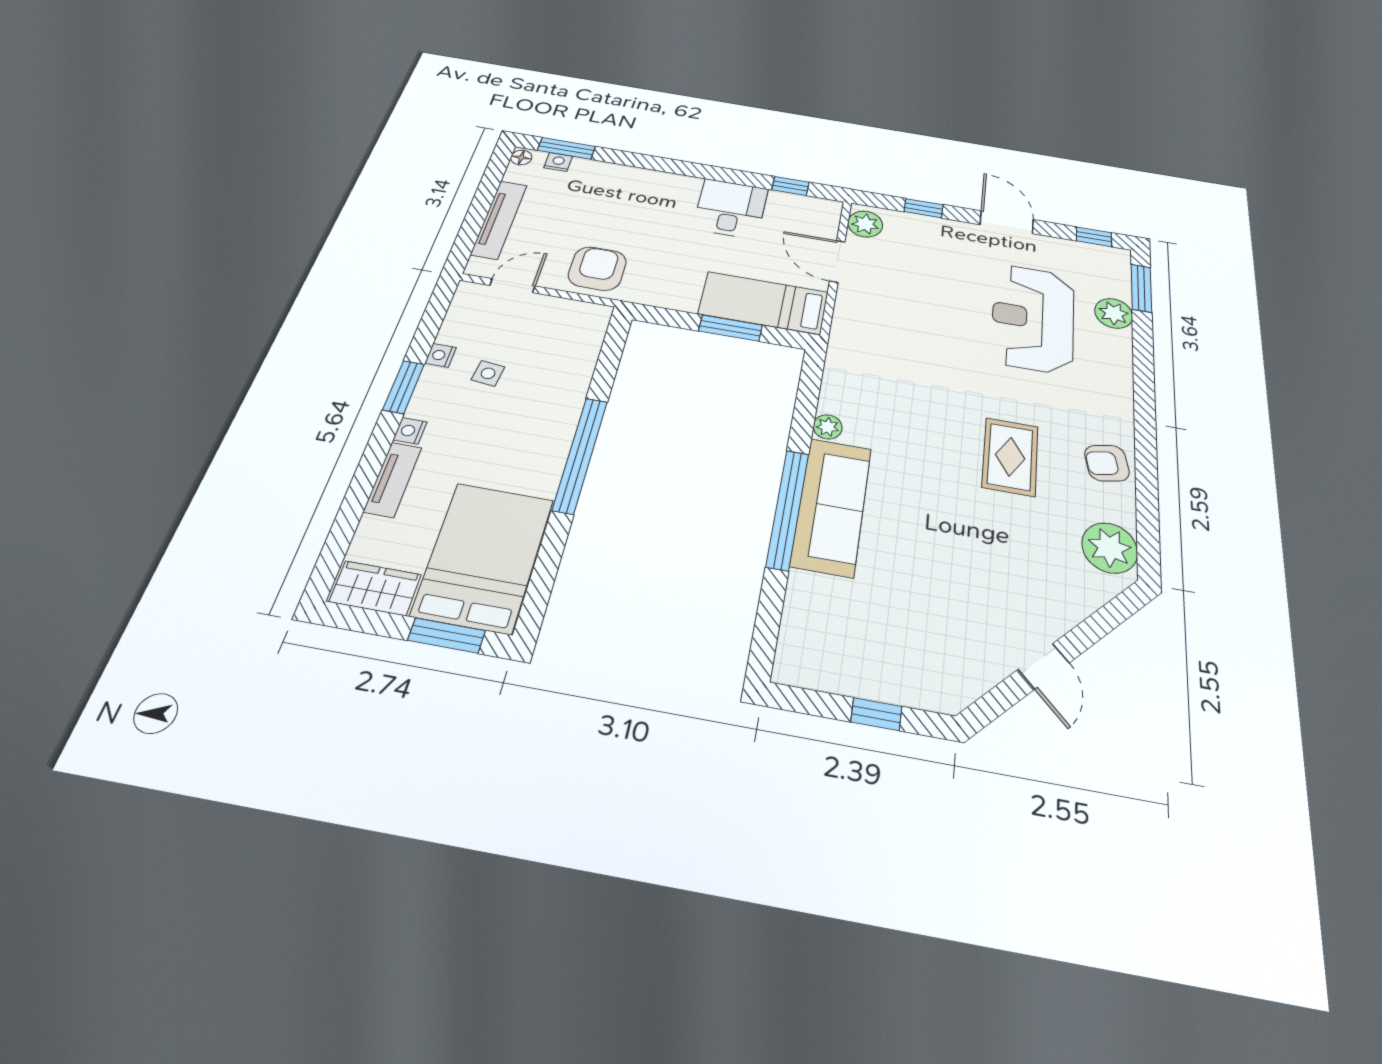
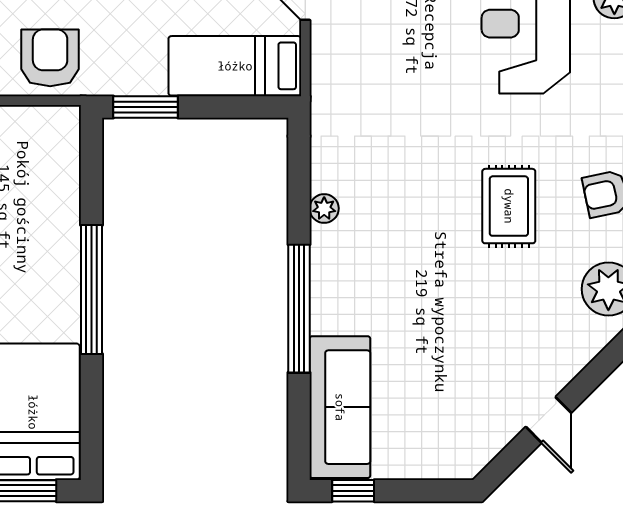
window: (730, 328) -> (146, 107), moved
sofa: (831, 506) -> (340, 407), moved
window: (876, 714) -> (353, 491), moved

